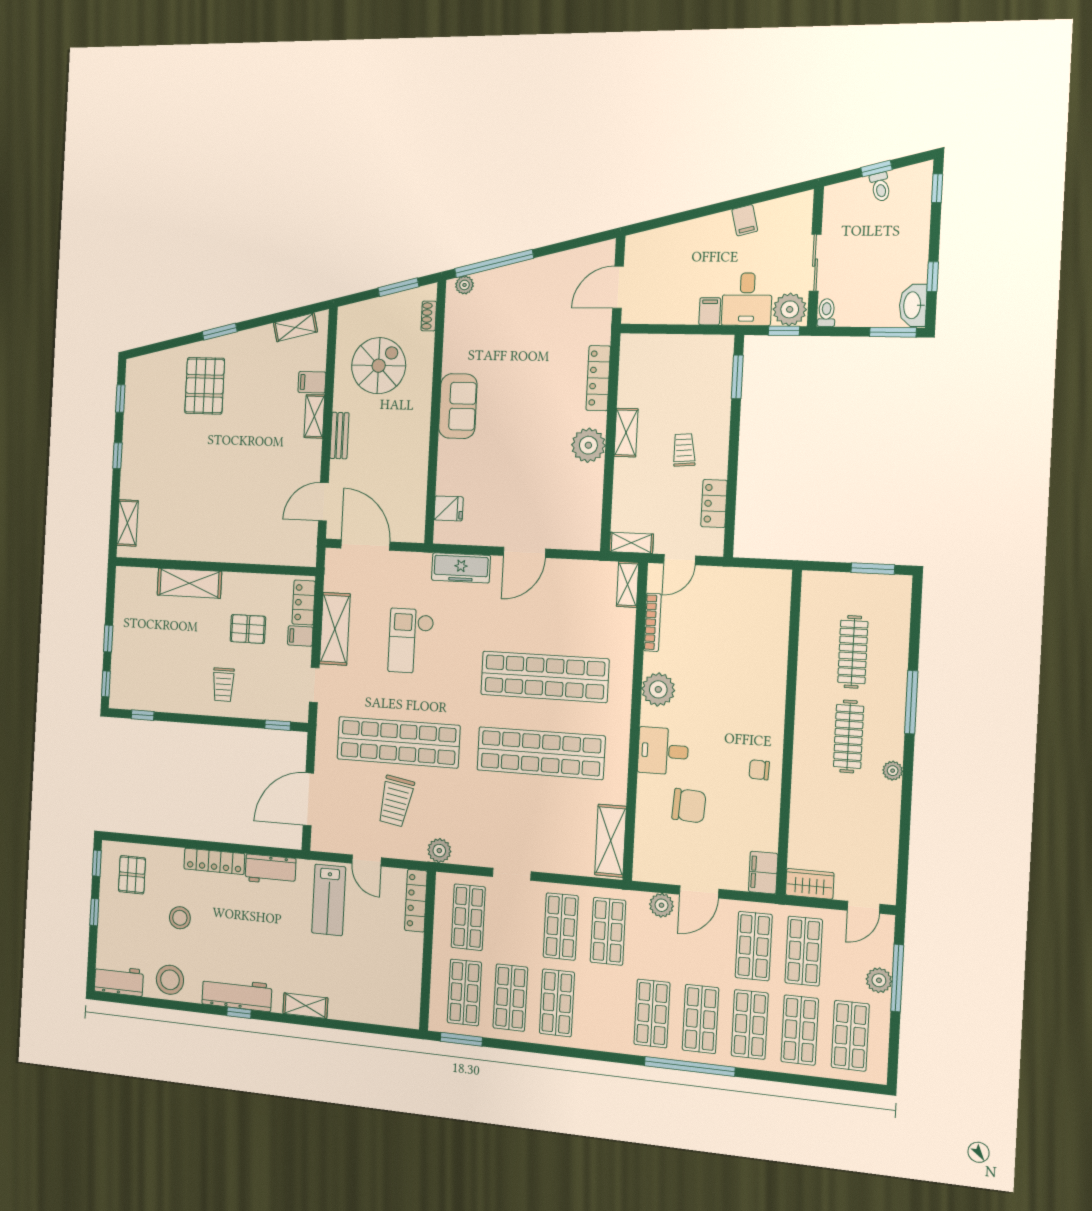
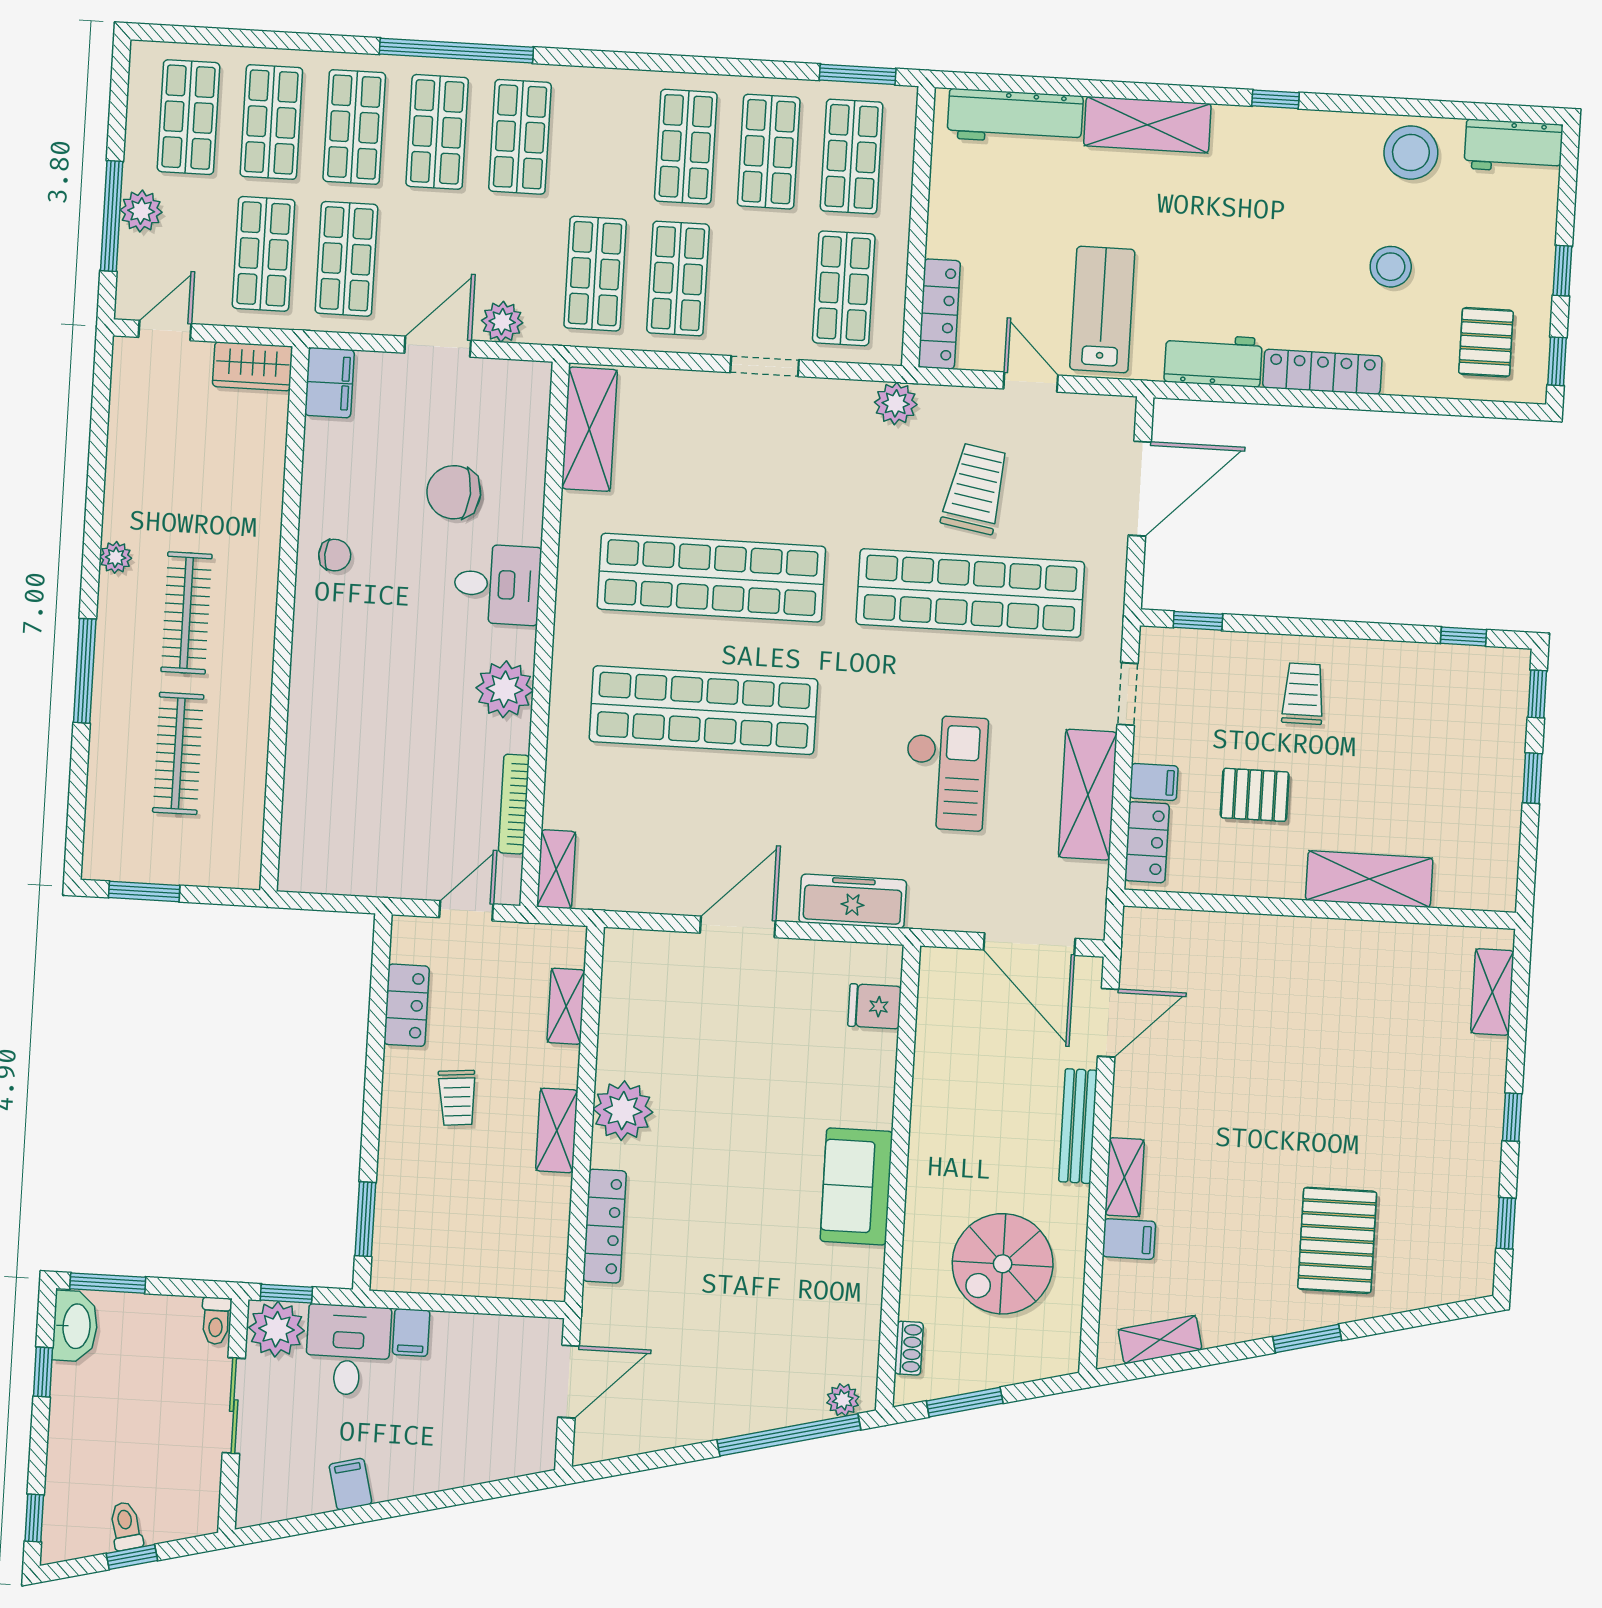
bench: (339, 436) -> (1078, 1126), width x1.36
shelving: (631, 543) -> (566, 1006), moved, turned 90
workbench: (237, 994) -> (1015, 117), moved
shelving: (305, 1006) -> (1147, 125), width x1.50, depth x1.33

